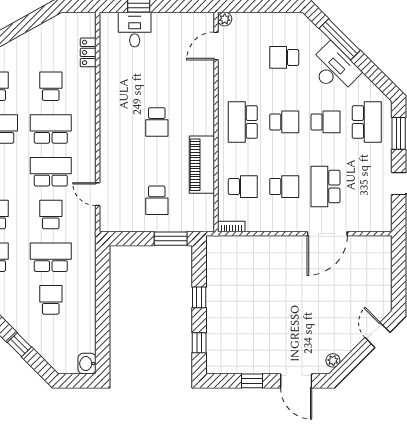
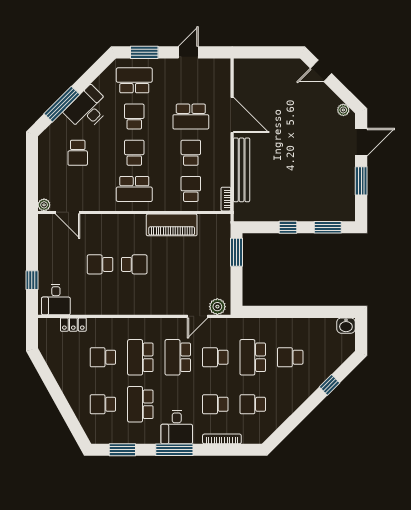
desk: (135, 30) -> (56, 299), moved, turned -90
school desk: (157, 200) -> (100, 264), moved, turned 180
plant: (109, 217) -> (217, 307), added
bench: (265, 244) -> (242, 170), added
window: (199, 343) -> (328, 227), width x1.50
window: (252, 381) -> (361, 181), width x1.50

